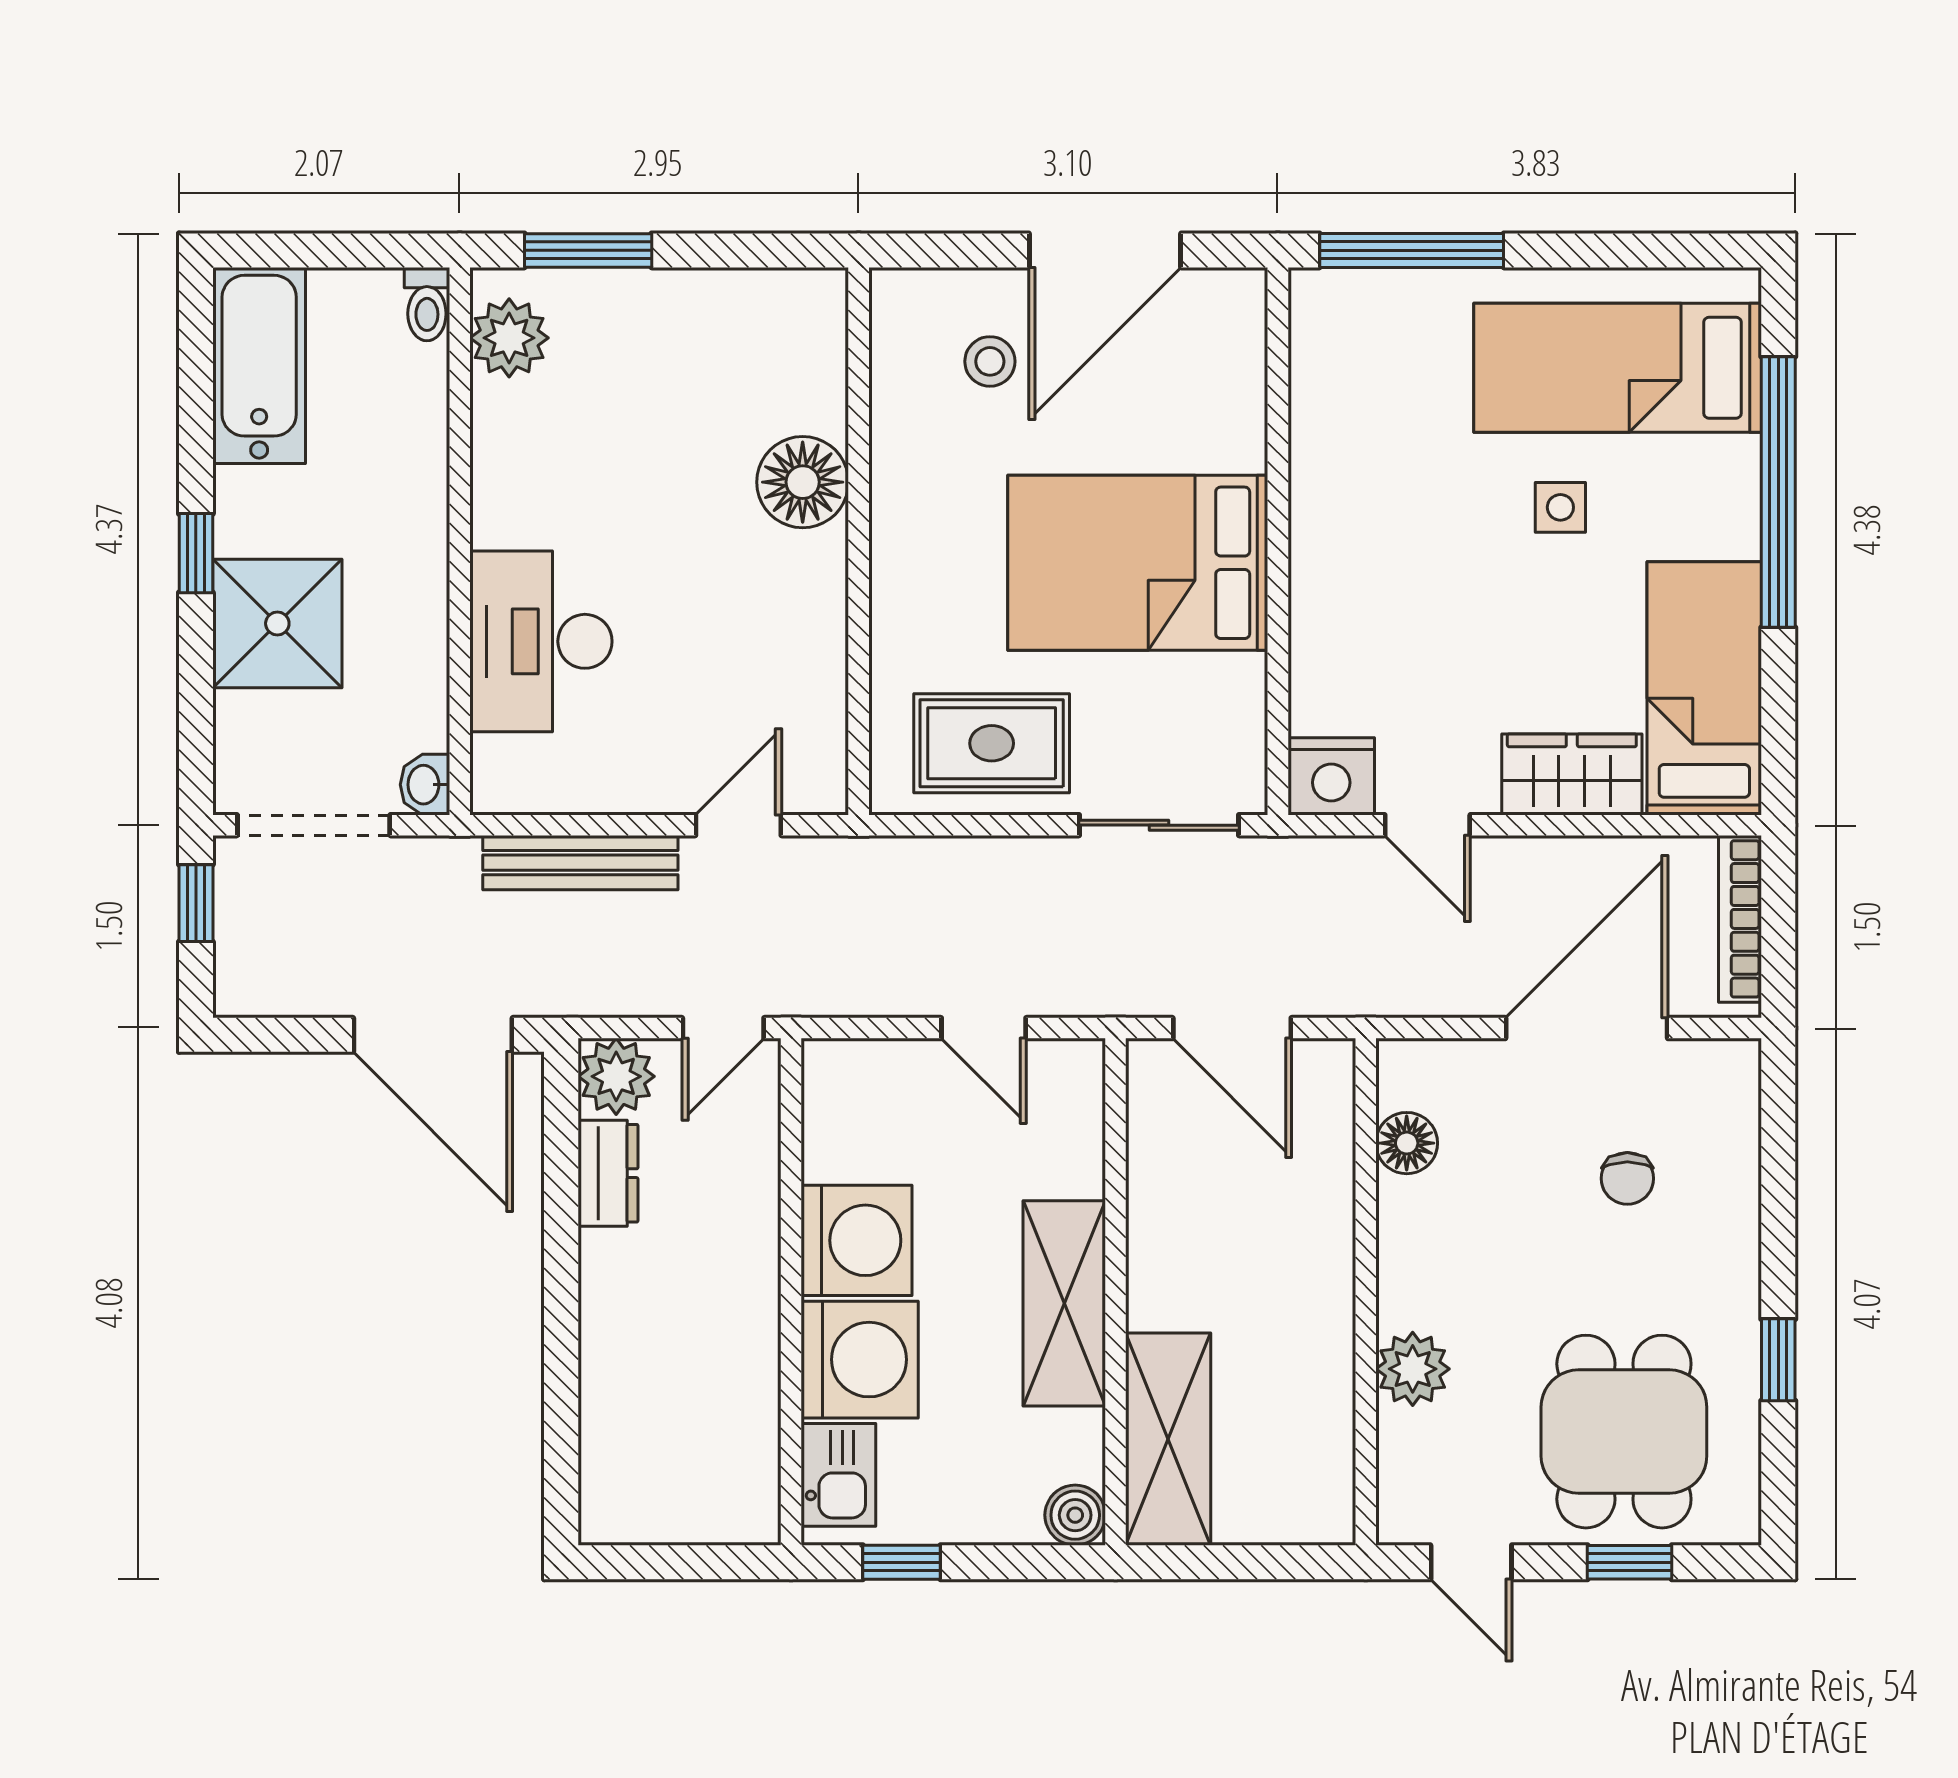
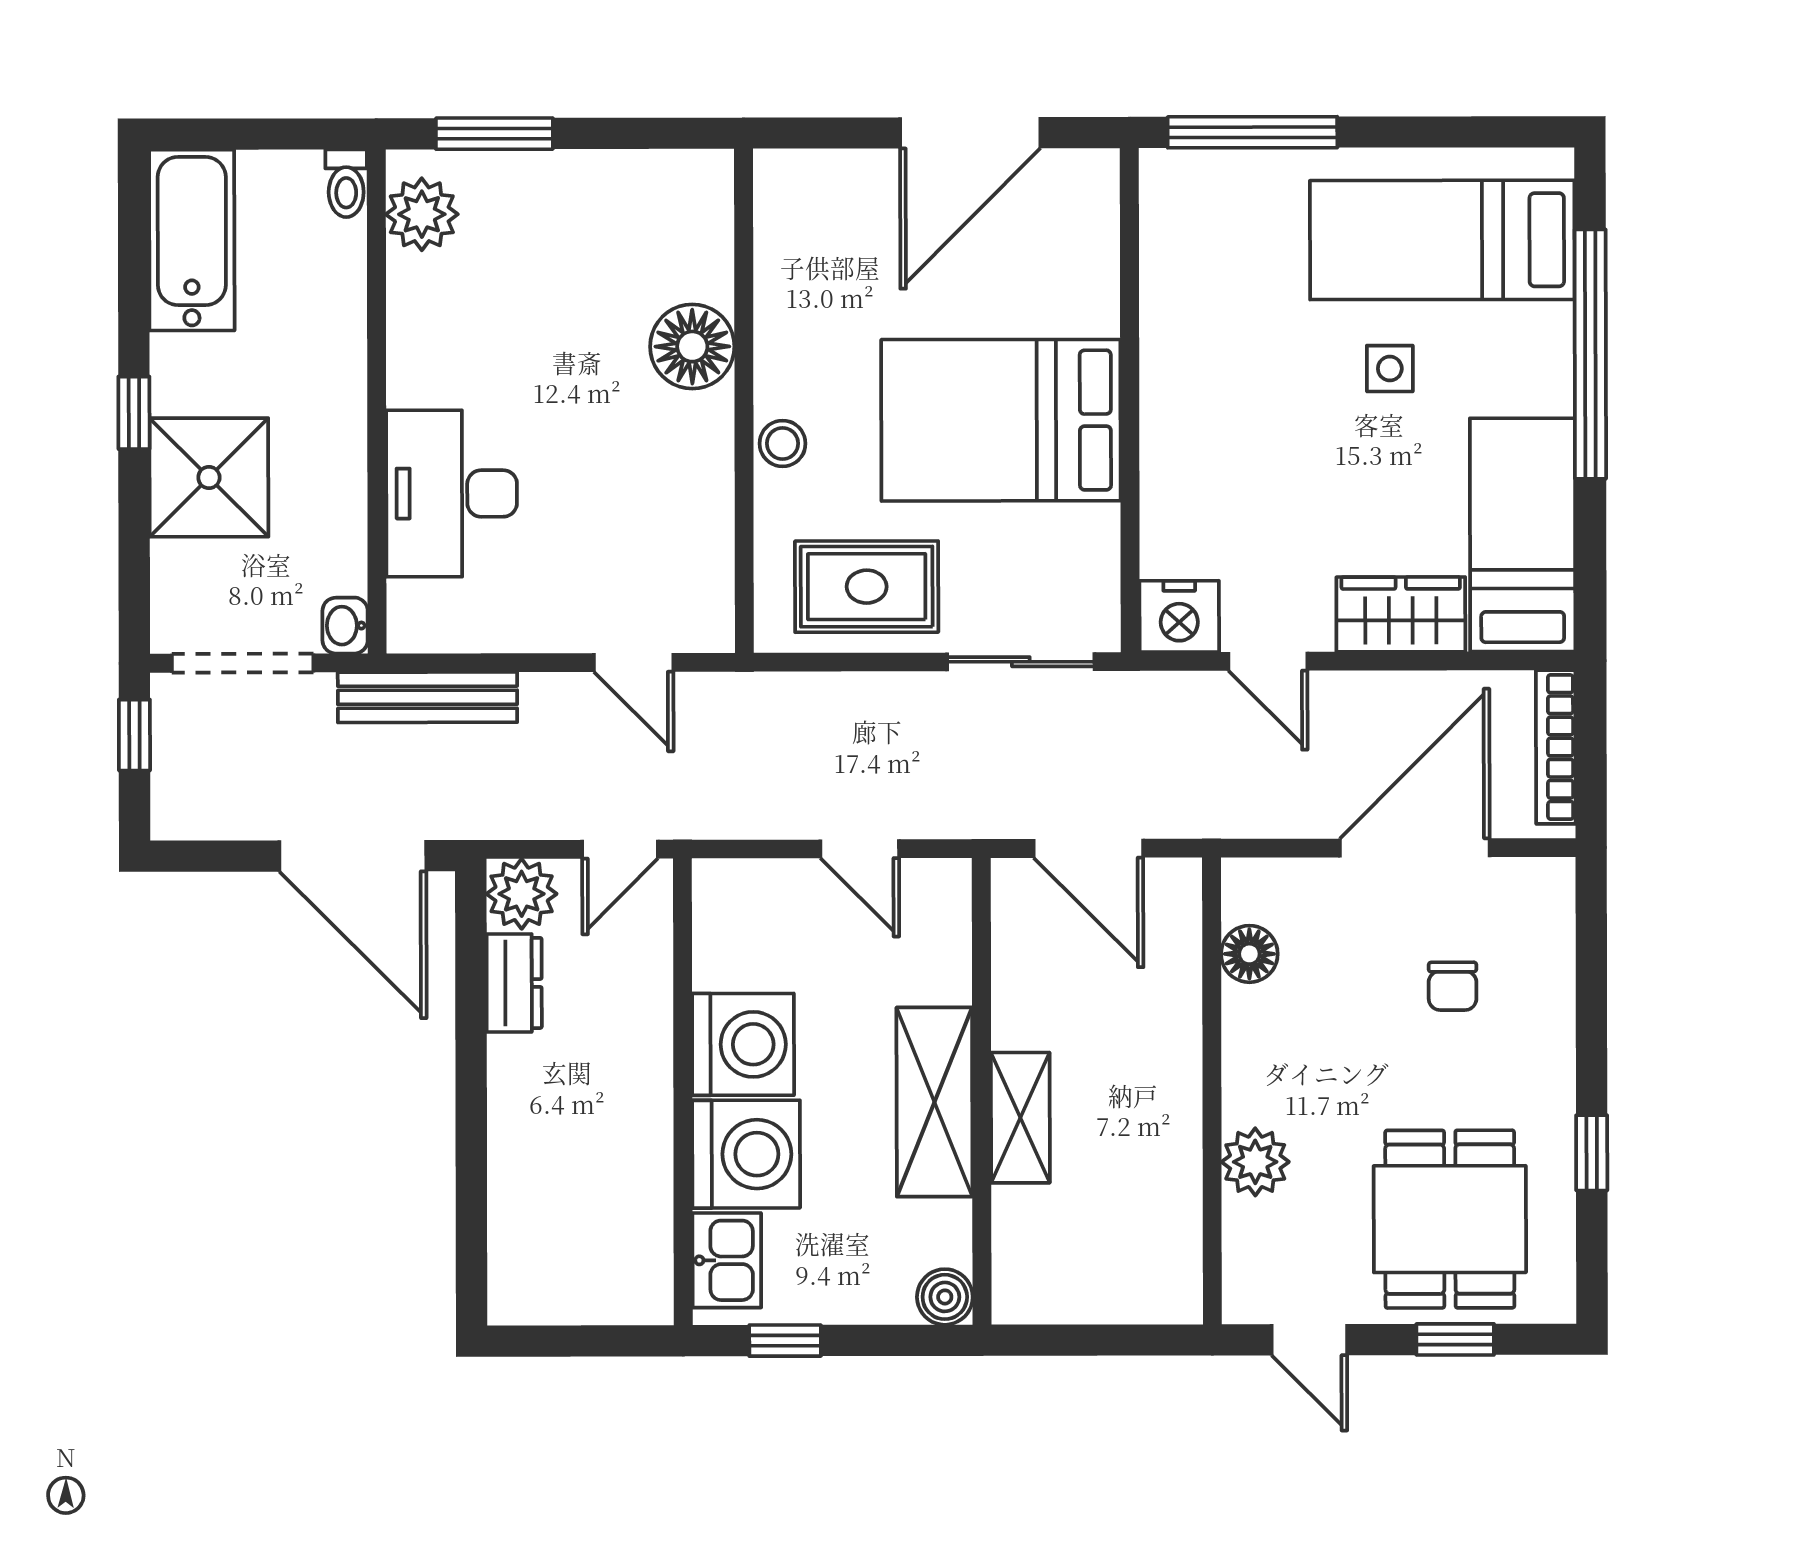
stool: (990, 361) -> (783, 443), moved
door: (738, 825) -> (634, 662), swing flipped
bench: (580, 863) -> (427, 697), moved
shelving: (1168, 1439) -> (1020, 1118), moved, width x0.67, depth x0.75

